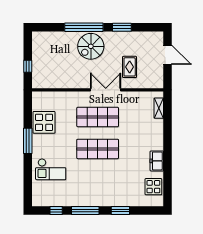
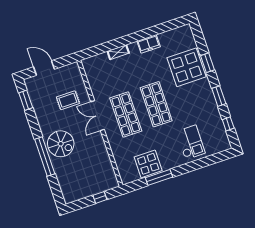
window: (122, 27) -> (26, 100), moved
door: (168, 55) -> (44, 68), hinge flipped
shelving: (159, 108) -> (118, 52), moved
window: (28, 141) -> (159, 177), moved
display table: (153, 187) -> (186, 67), moved, width x1.86, depth x1.86
window: (85, 211) -> (219, 96), width x0.69

